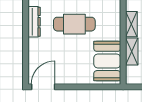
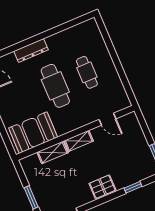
dresser: (34, 22) -> (31, 50), moved

